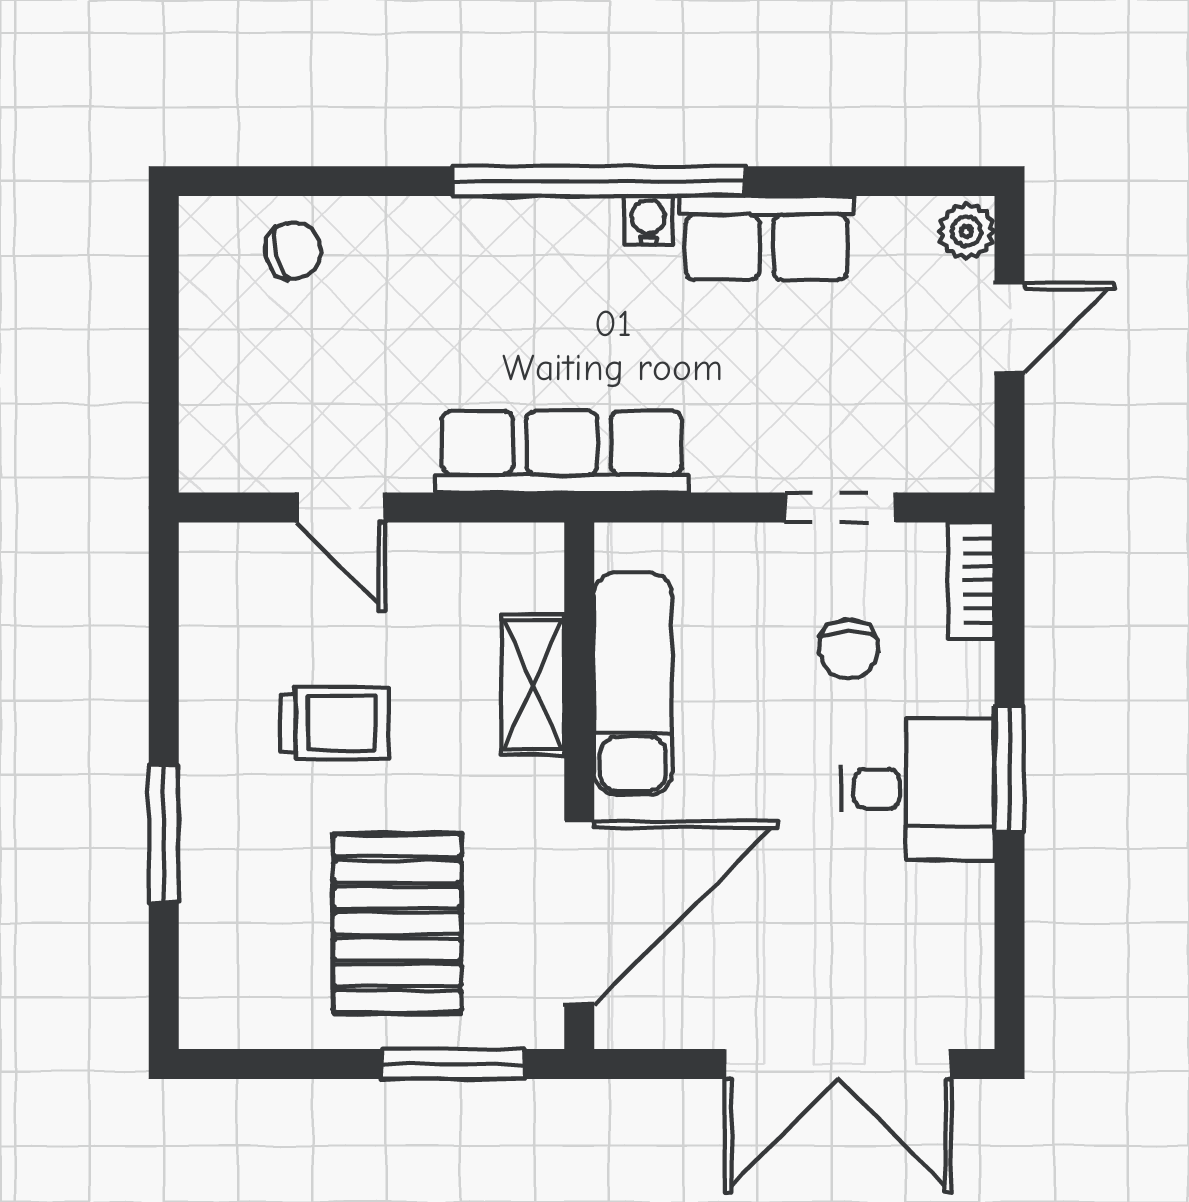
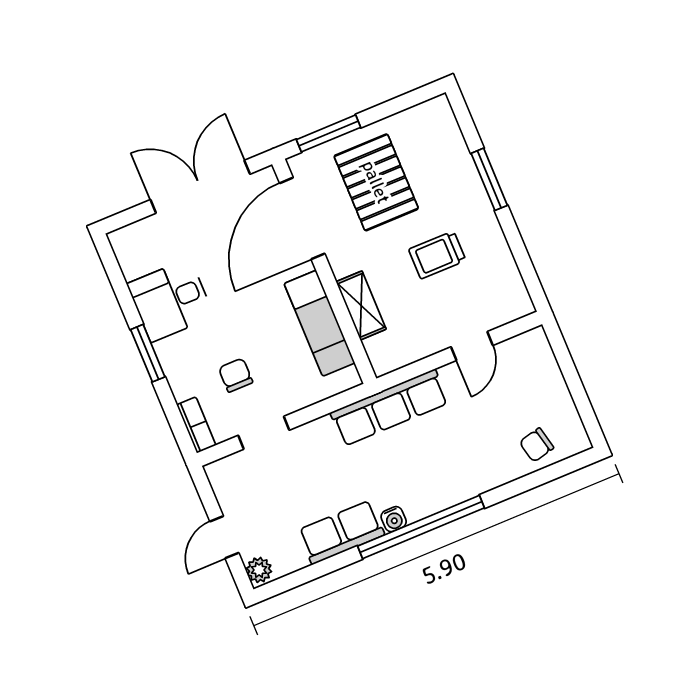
door: (341, 508) -> (472, 346), swing flipped
desk: (918, 789) -> (170, 300), moved
double door: (838, 1064) -> (200, 187), moved

